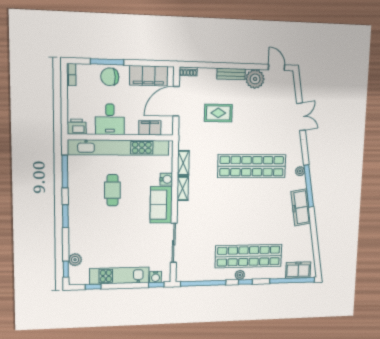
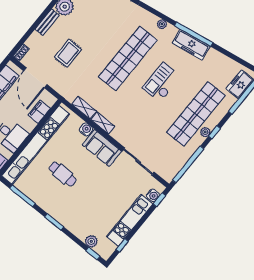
window: (309, 186) -> (194, 34), moved
checkout: (253, 209) -> (162, 82), added

